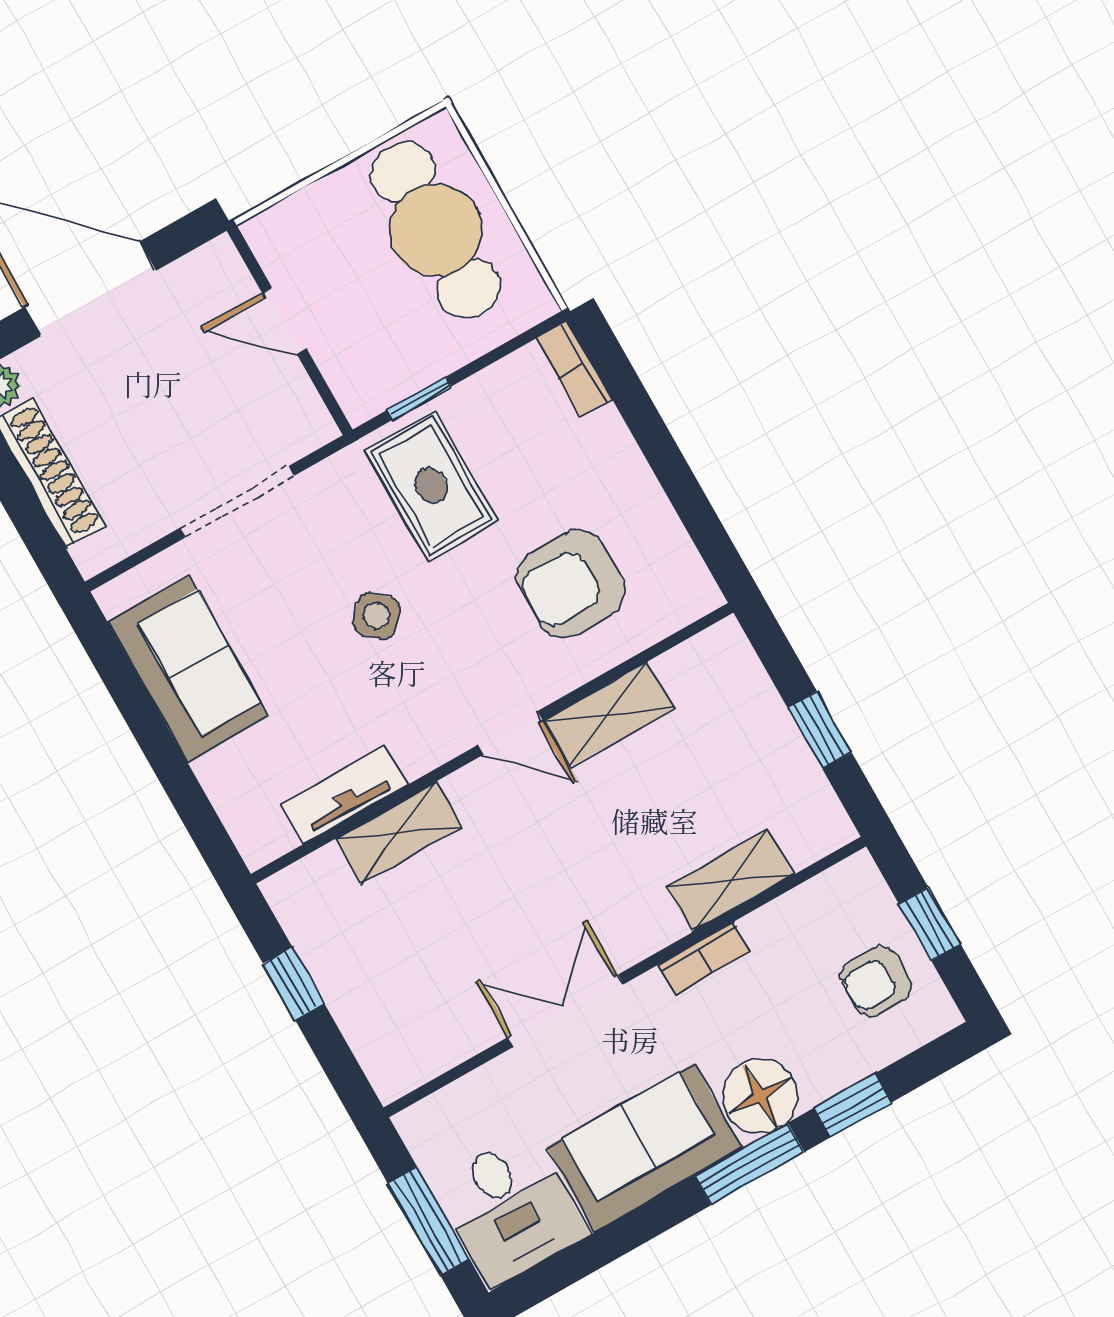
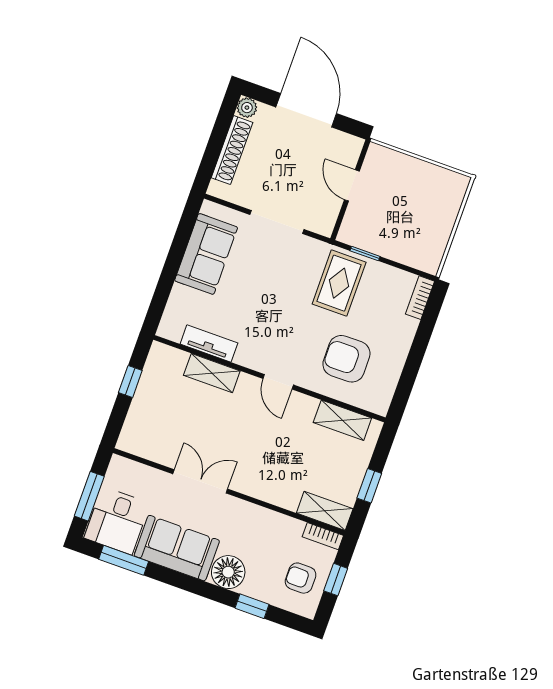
cafe table: (436, 230) -> (427, 210), removed
side table: (376, 616) -> (279, 302), removed
shelving: (608, 715) -> (342, 420), moved
shelving: (730, 881) -> (325, 511), moved
bookcase: (704, 958) -> (323, 536), moved
window: (749, 1164) -> (124, 560), moved

